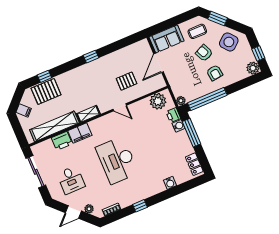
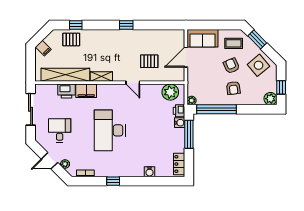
pallet: (46, 91) -> (71, 39), width x0.67, depth x0.71
desk: (71, 180) -> (60, 130), turned 180

